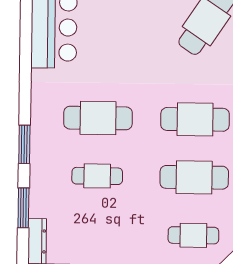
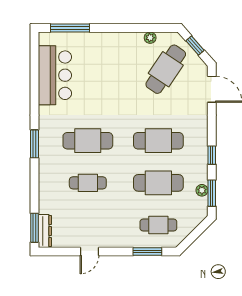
window: (24, 144) -> (35, 144), moved
window: (23, 208) -> (35, 228), moved

